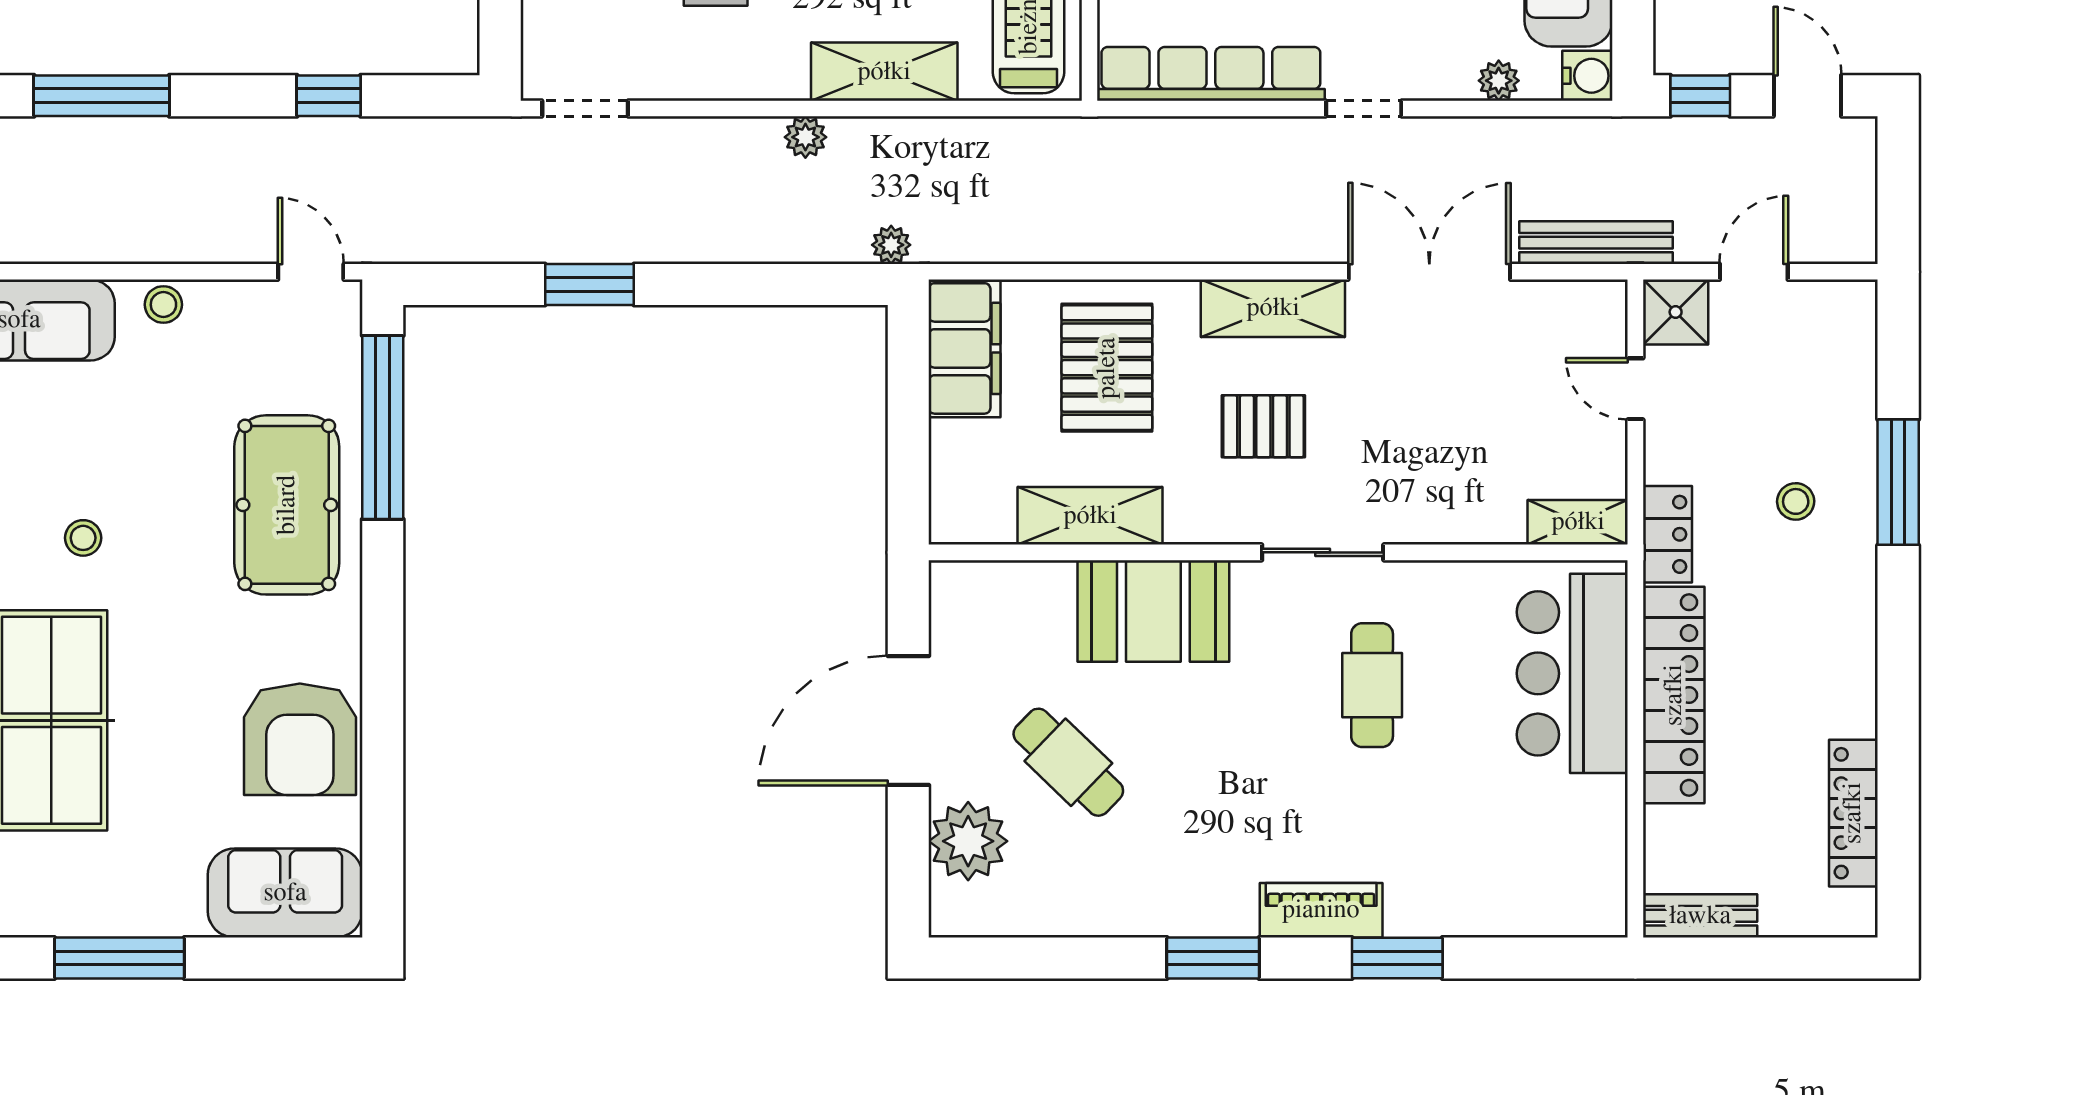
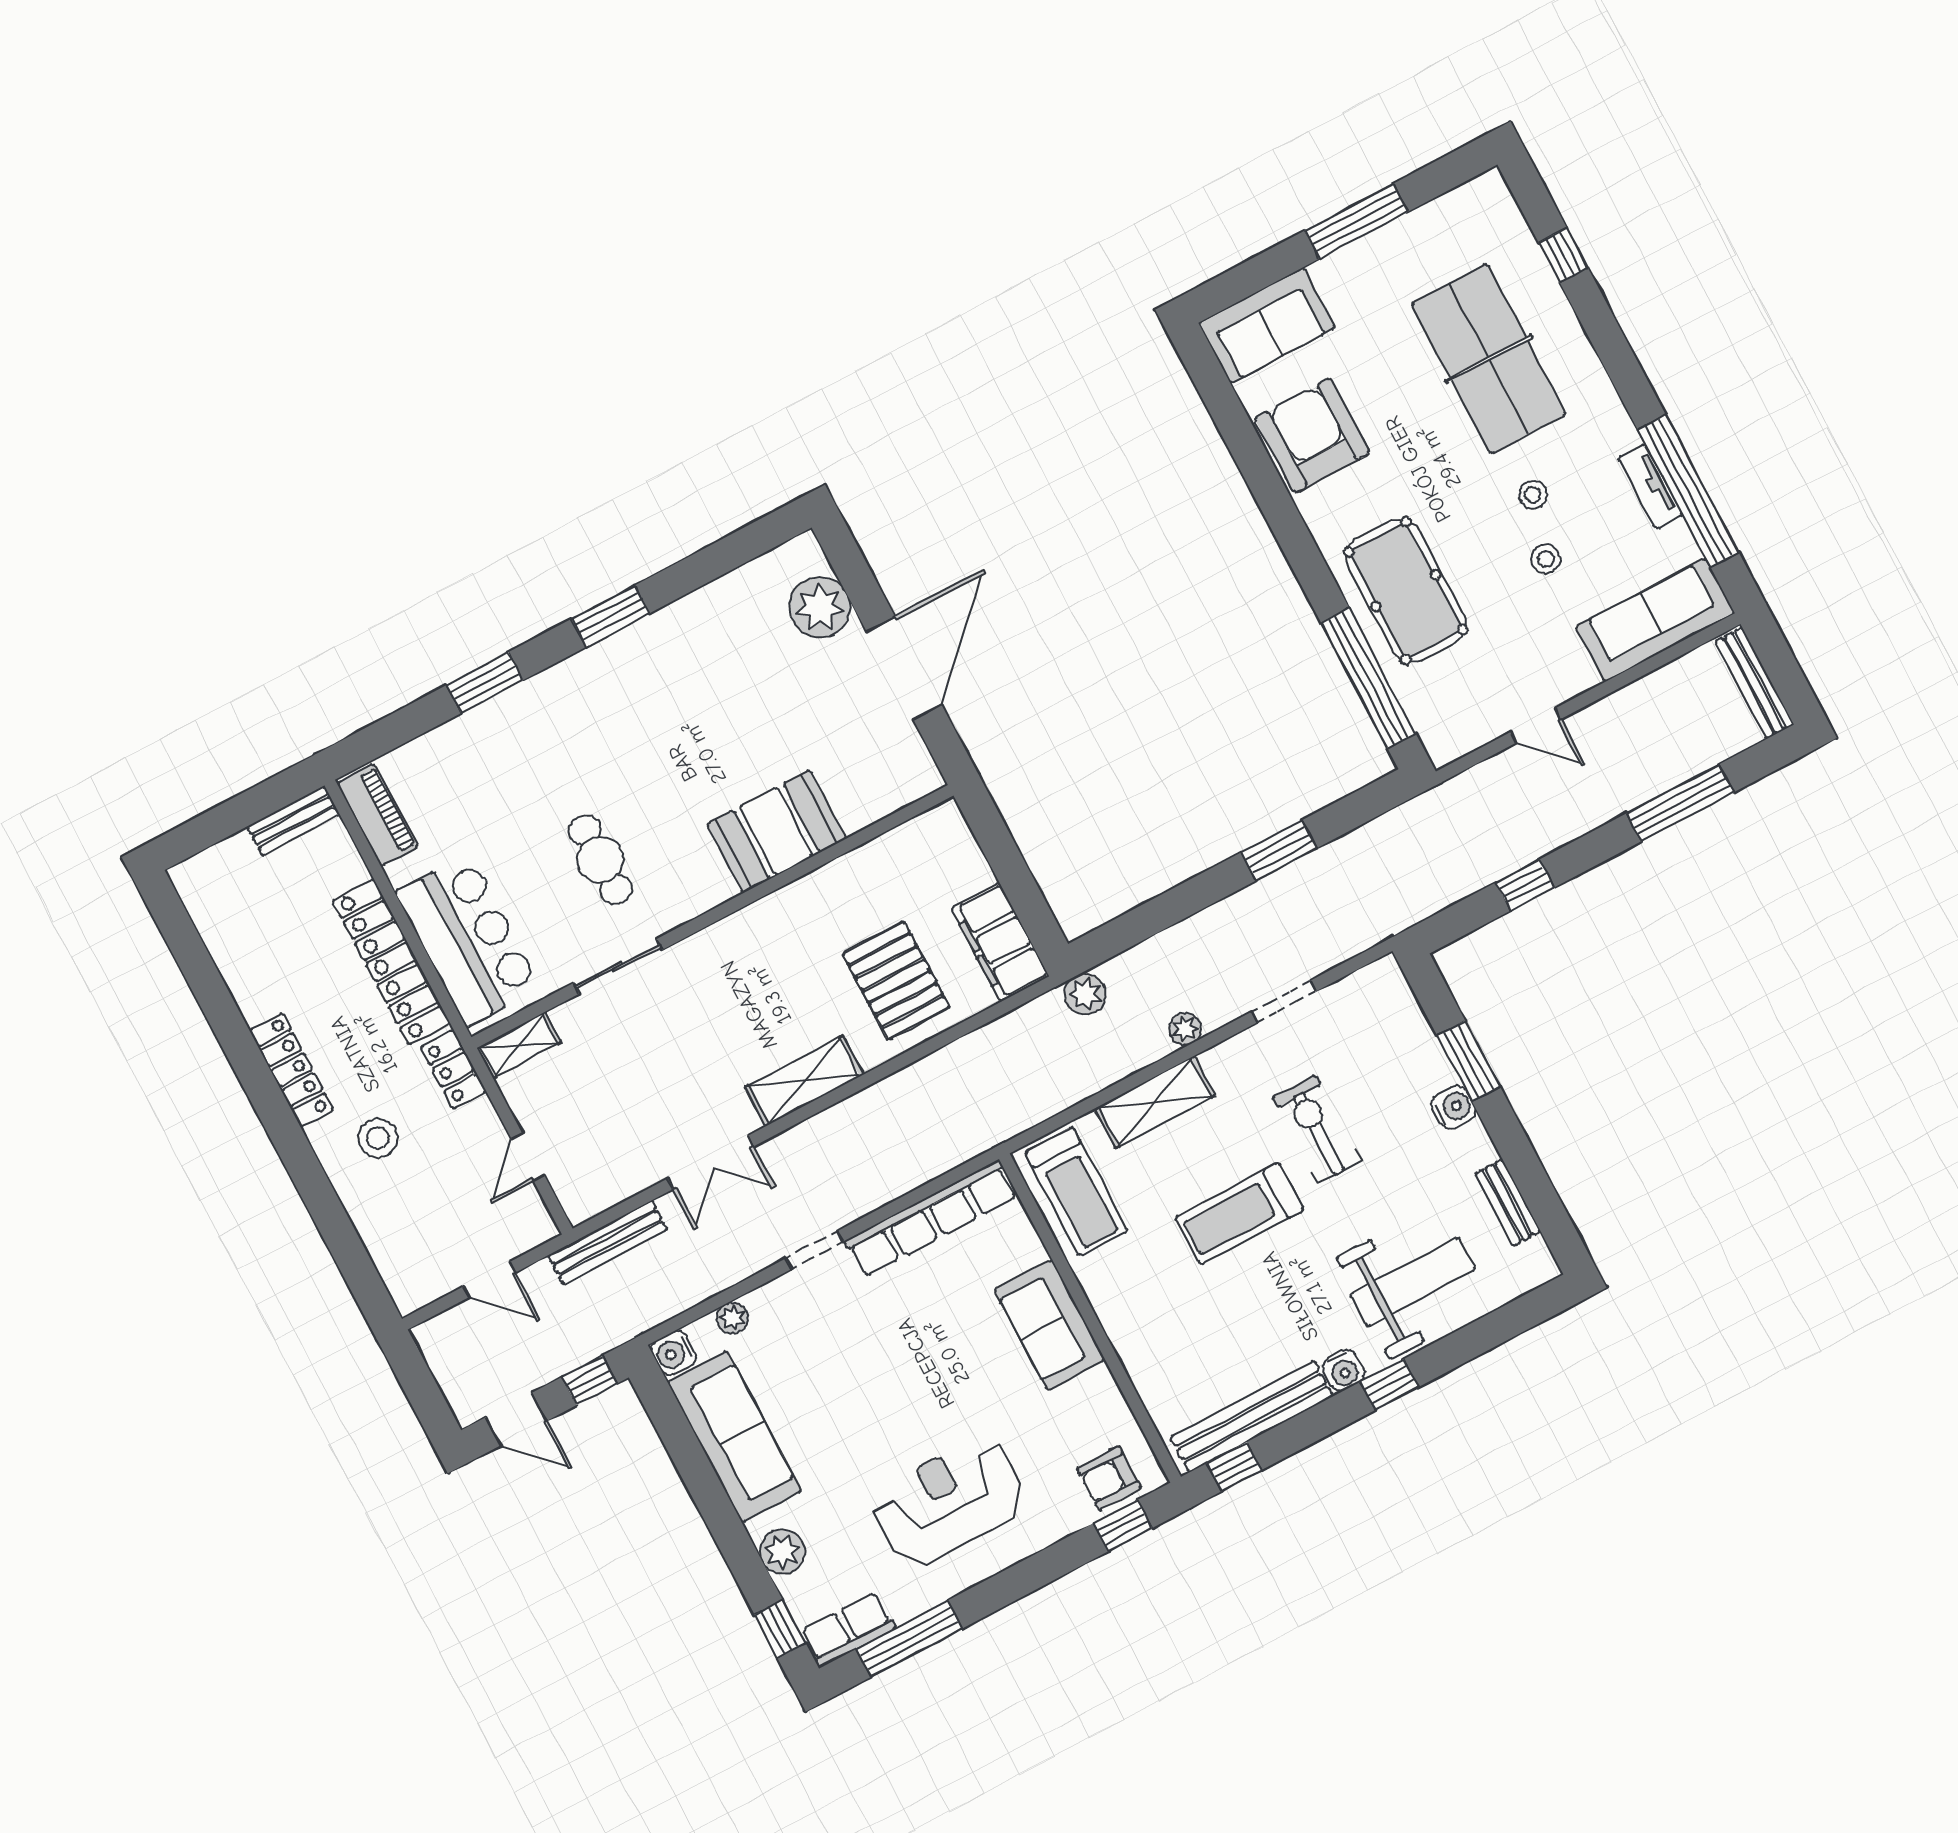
doorway: (585, 108) -> (1284, 1001), moved
plant: (891, 245) -> (1085, 994), width x1.38, depth x1.38
door: (311, 272) -> (1536, 726), moved
double door: (1429, 272) -> (711, 1162), width x0.73
door: (1754, 272) -> (489, 1280), hinge flipped
stool: (163, 305) -> (1546, 559), moved
shower: (1676, 312) -> (528, 1224), removed
door: (1635, 389) -> (528, 1157), swing flipped
pallet: (1263, 426) -> (768, 997), removed
window: (1898, 482) -> (315, 1188), removed
stool: (1796, 501) -> (378, 1138), width x1.37, depth x1.37
shelving: (1090, 516) -> (854, 873), removed
sliding door: (1323, 552) -> (618, 966), moved
cafe table: (1068, 762) -> (780, 697), removed
locker: (1853, 813) -> (291, 1070), moved
piano: (1321, 910) -> (378, 815), moved, turned -90

